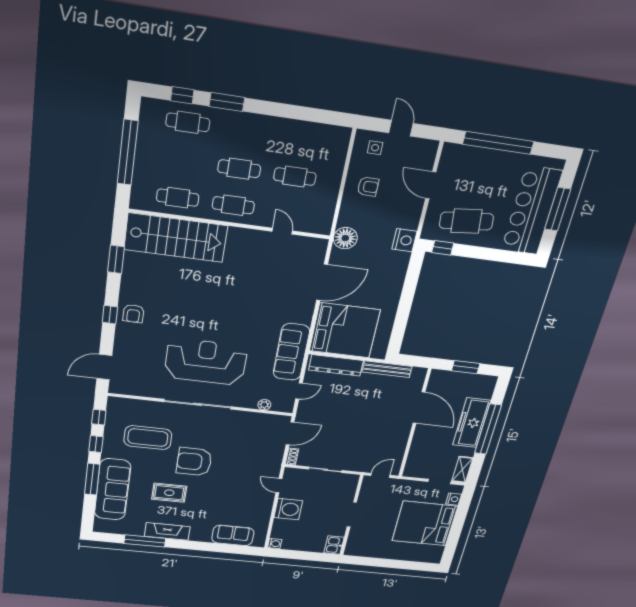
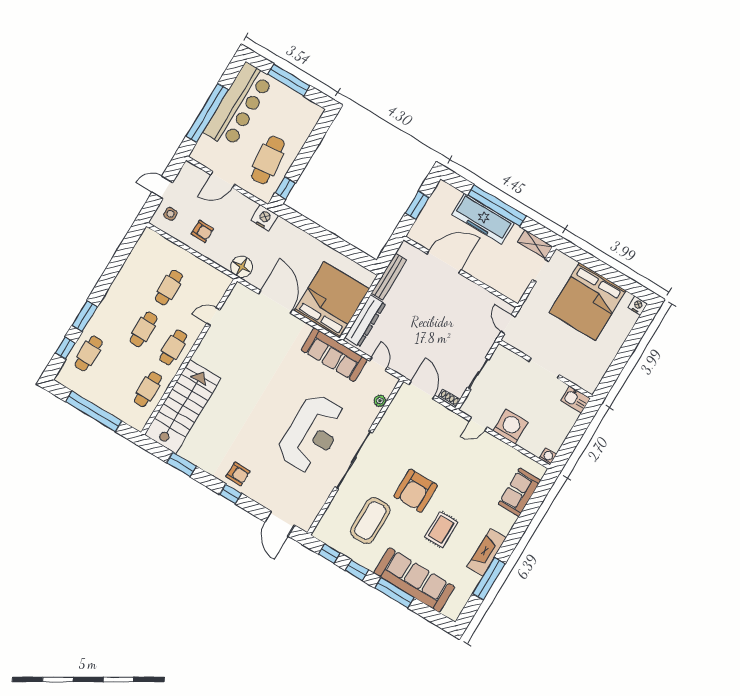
armchair: (368, 187) -> (202, 231), turned 91
bar counter: (532, 211) -> (239, 106), moved, turned -90
reception desk: (206, 362) -> (312, 434), turned 180
nightstand: (454, 499) -> (638, 306), moved

